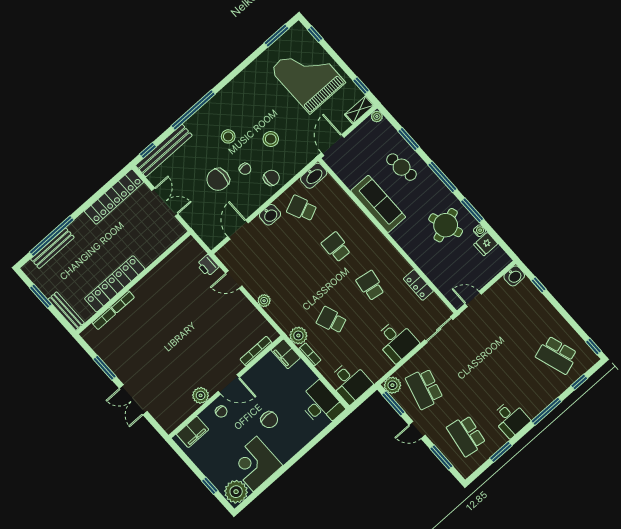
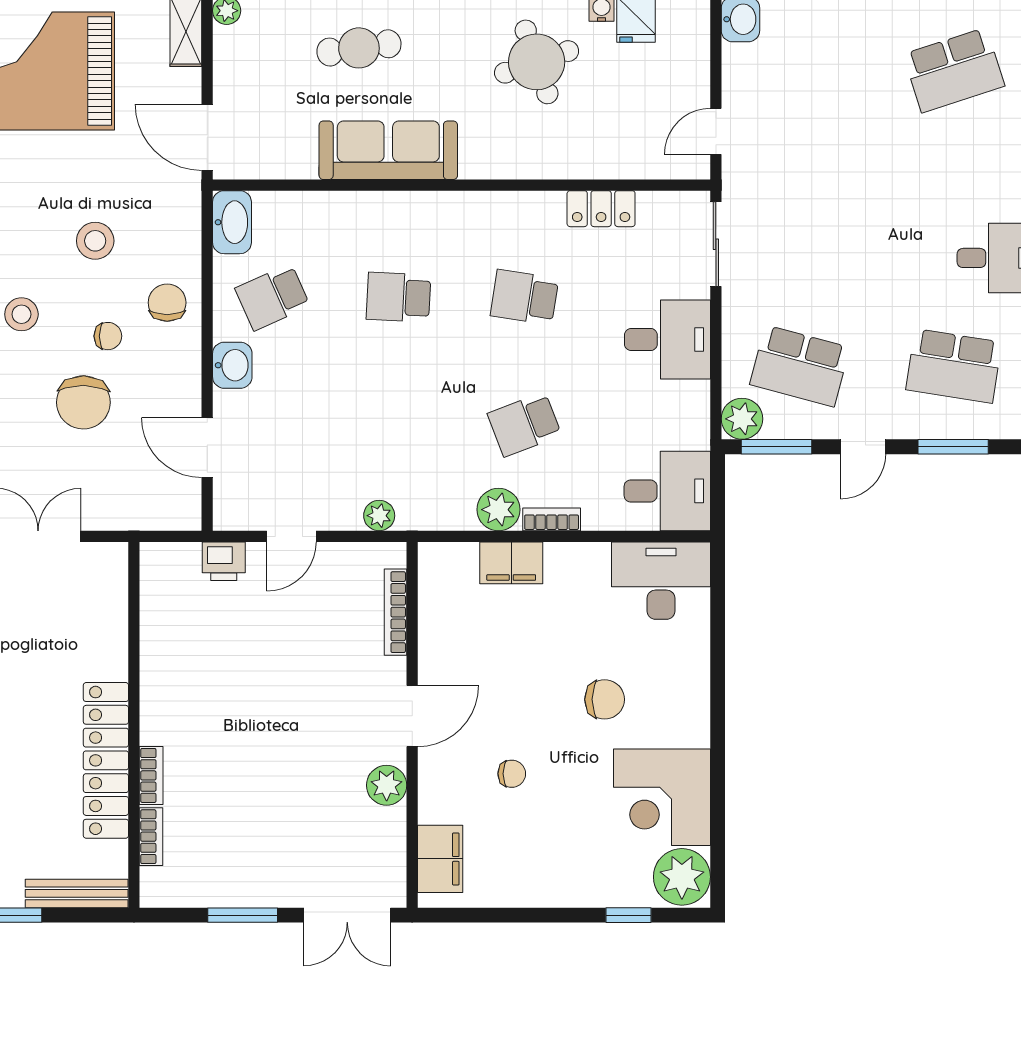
bookcase: (256, 351) -> (396, 612), moved
door: (229, 384) -> (412, 716), moved
wall: (226, 387) -> (412, 725), moved
plant: (201, 395) -> (387, 785), moved
filing cabinet: (193, 432) -> (440, 859), moved

